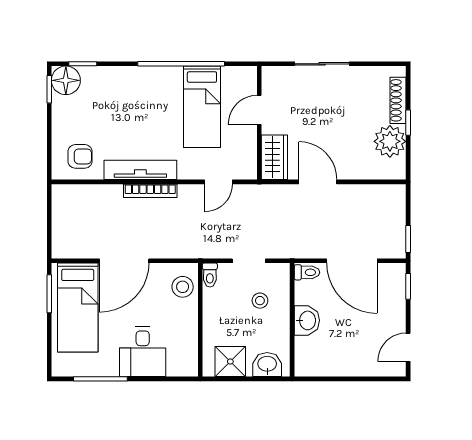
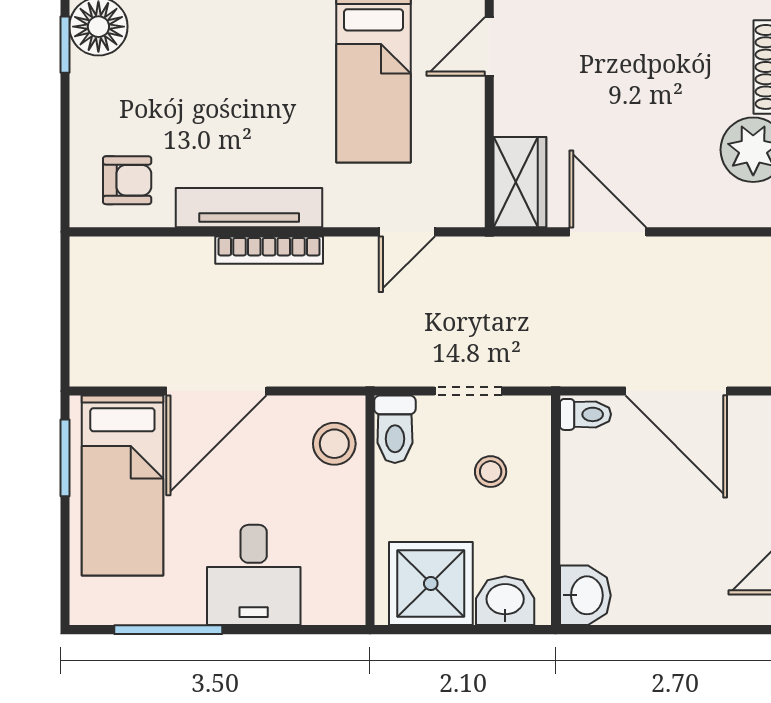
door: (259, 110) -> (489, 46), moved
toilet: (210, 275) -> (395, 429), width x1.37, depth x1.39
washbasin: (307, 320) -> (585, 595), moved
shower: (230, 362) -> (431, 584), width x1.36, depth x1.36

